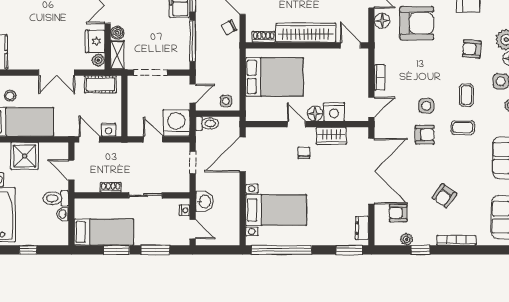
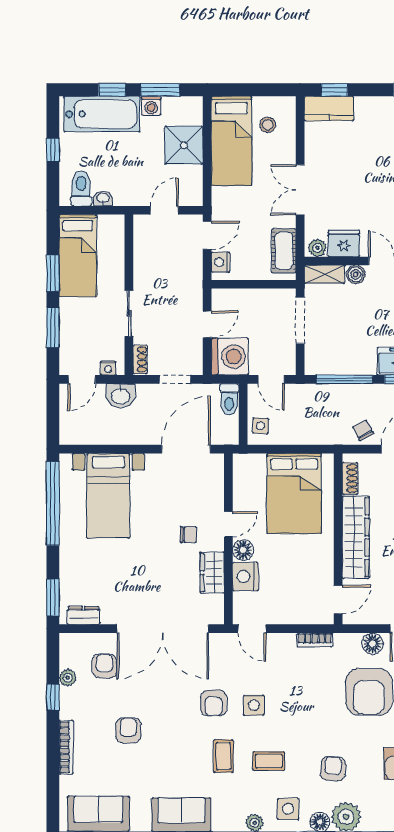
bookcase: (380, 78) -> (315, 640), moved
door: (243, 154) -> (186, 449), hinge flipped
shoe rack: (111, 187) -> (140, 360), moved
armchair: (444, 196) -> (128, 730), turned 54
toilet: (56, 198) -> (81, 188), moved

